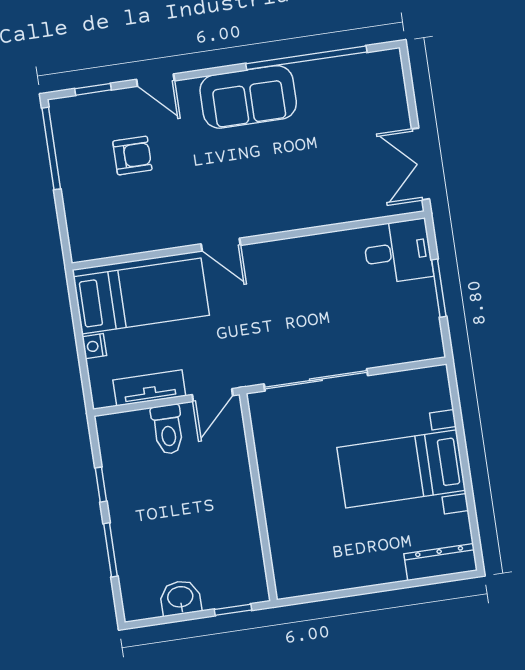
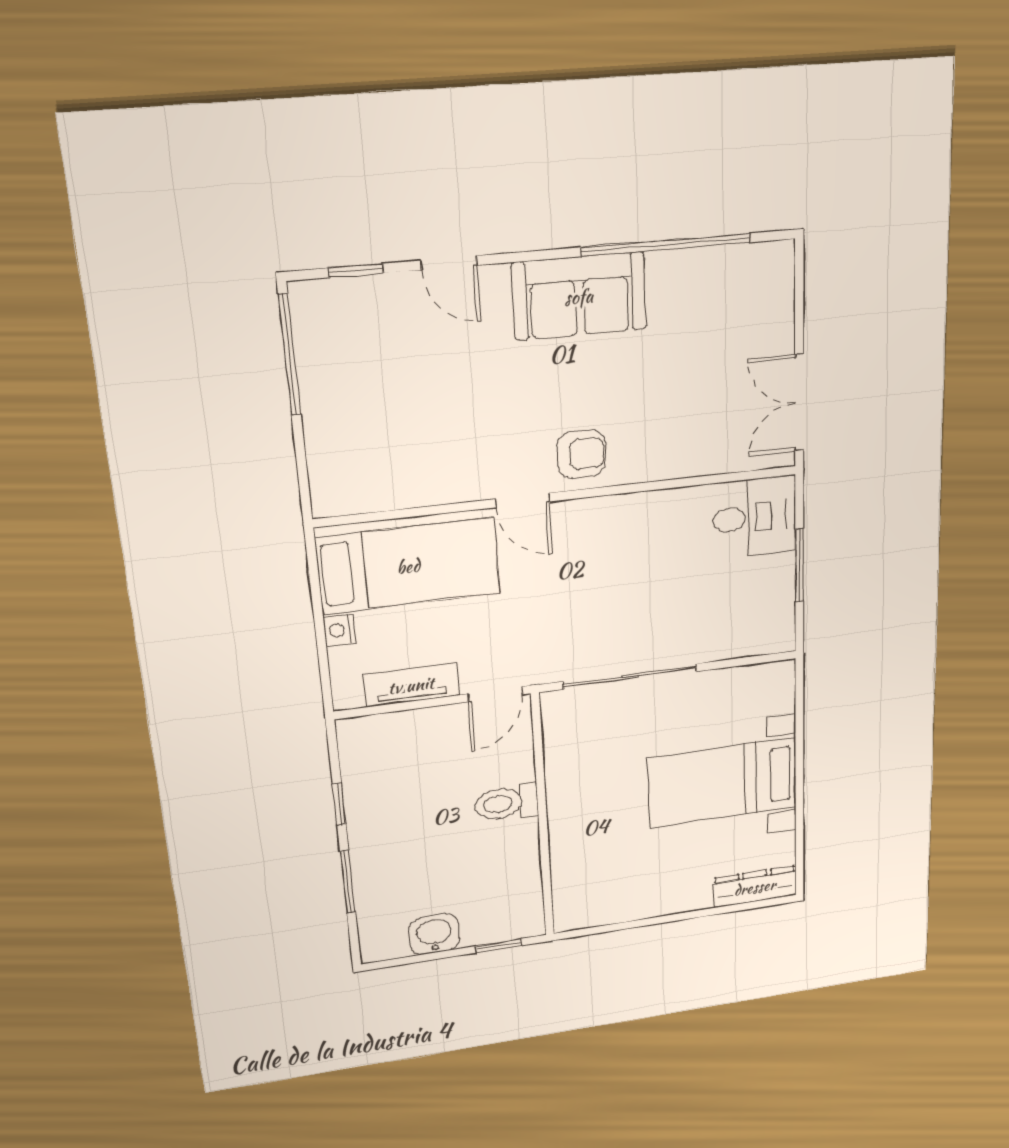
armchair: (132, 156) -> (581, 454), moved
toilet: (168, 429) -> (507, 803), moved, turned 90

